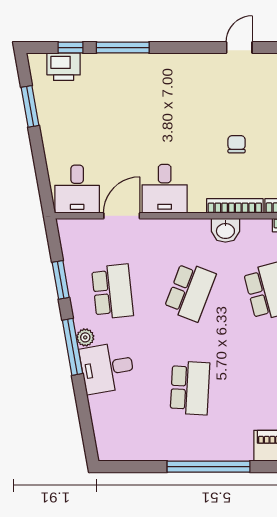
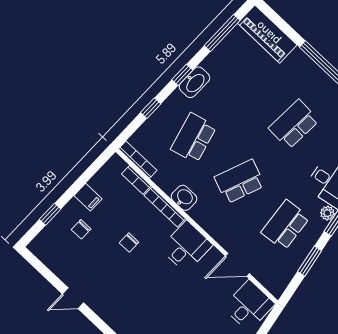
desk: (165, 189) -> (186, 247), moved

